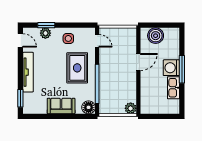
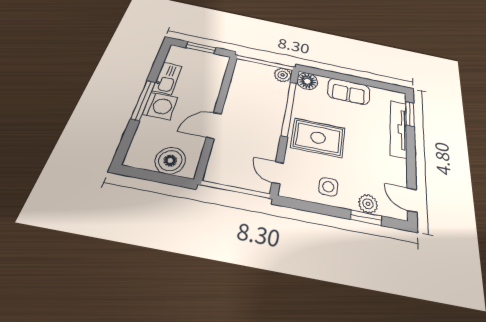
rug: (77, 68) -> (318, 138), turned 90
tv unit: (28, 72) -> (398, 129), moved
plant: (131, 108) -> (283, 75), moved
window: (160, 116) -> (201, 48), added

